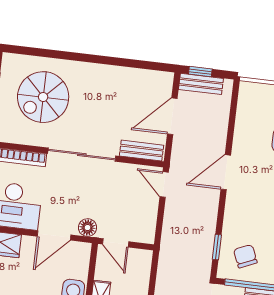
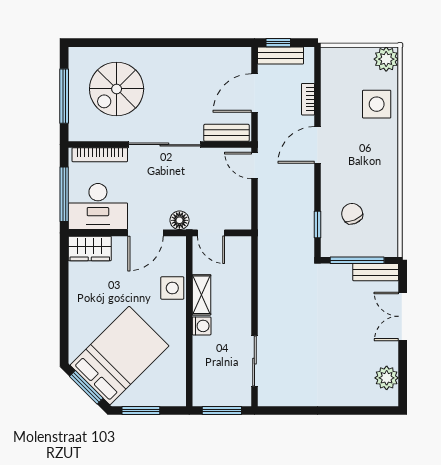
bookcase: (222, 128) -> (308, 99), added
chair: (245, 256) -> (352, 214), moved

